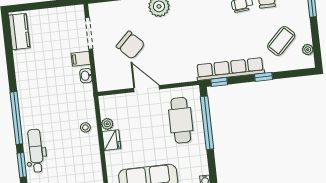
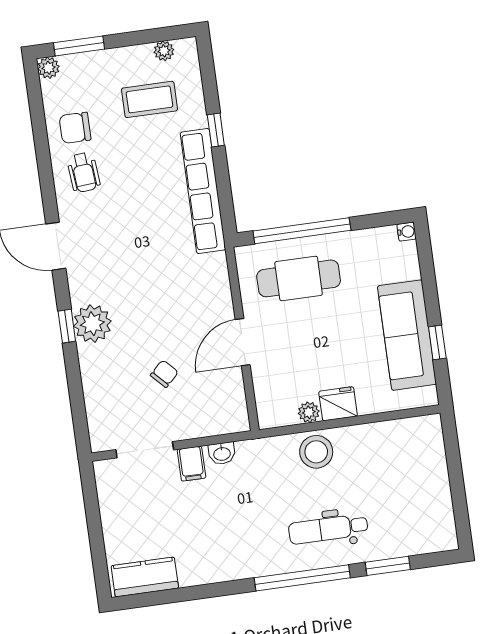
coffee table: (281, 41) -> (149, 99), turned -45
chair: (130, 45) -> (164, 374), width x0.54, depth x0.54
window: (219, 82) -> (227, 210), removed
stool: (85, 127) -> (316, 452), width x1.89, depth x1.89
dental chair: (36, 151) -> (328, 529), moved

